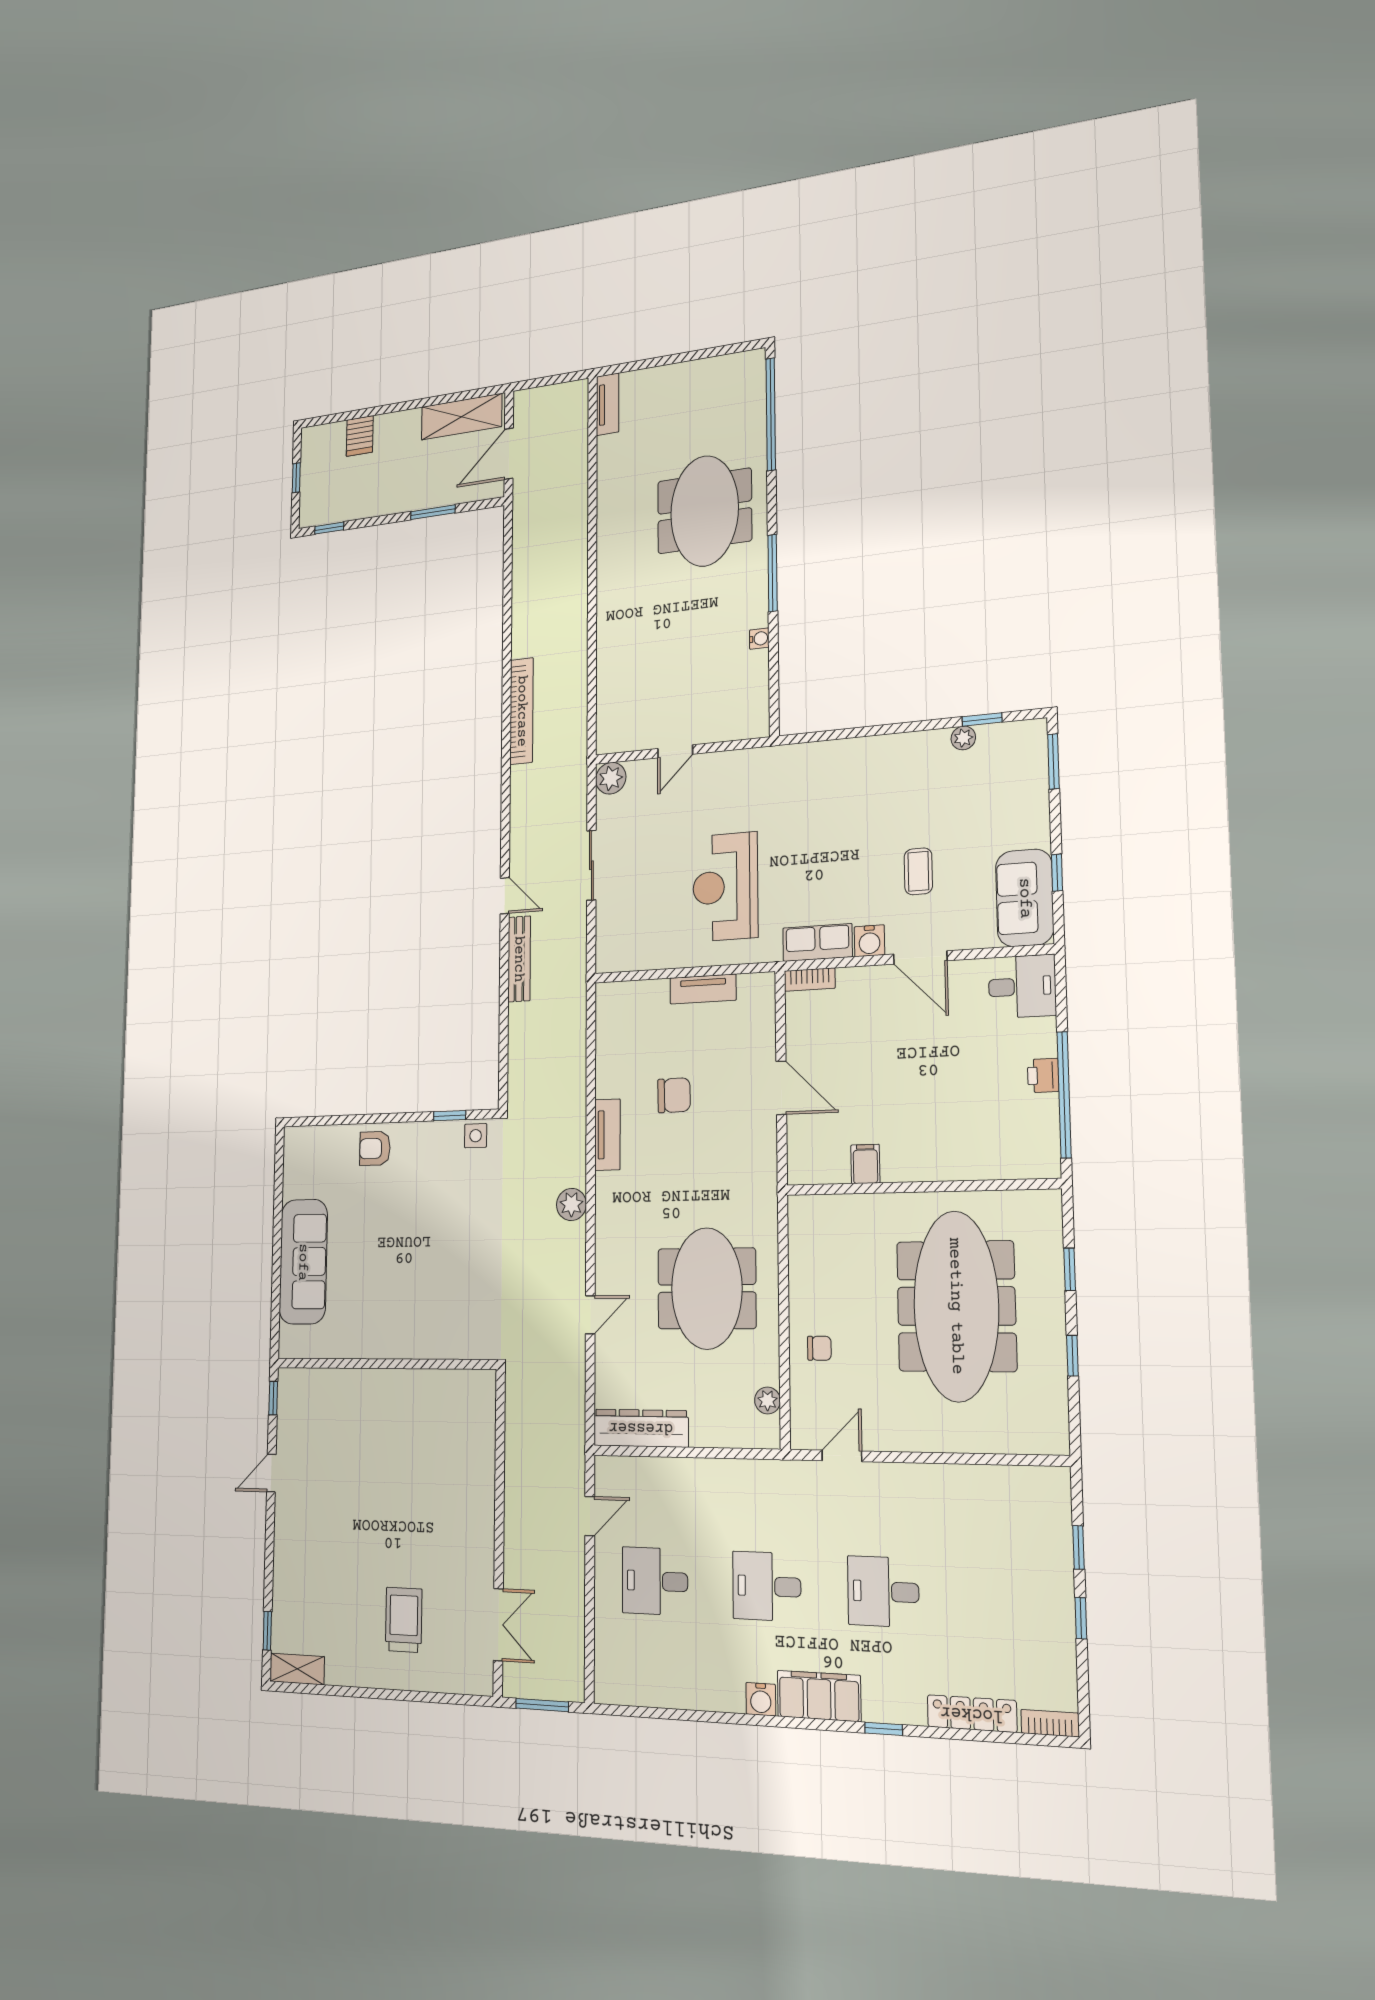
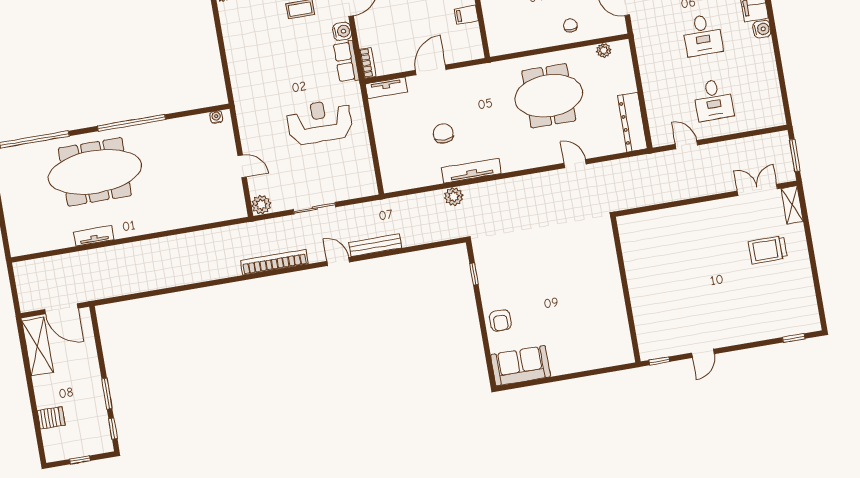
tv unit: (608, 404) -> (94, 236), moved
meeting table: (705, 511) -> (95, 172), width x1.36
window: (433, 512) -> (107, 394), moved
window: (773, 573) -> (131, 123), width x1.46
water cooler: (759, 639) -> (216, 117), moved
bookcase: (522, 711) -> (274, 262), moved
reception desk: (725, 887) -> (320, 122), turned 180
door: (505, 896) -> (338, 262), hinge flipped
tv unit: (703, 989) -> (386, 88), moved, turned 90
tv unit: (607, 1135) -> (471, 171), width x1.41
side table: (476, 1136) -> (484, 255), removed
plant: (571, 1204) -> (454, 197), moved
sofa: (303, 1262) -> (521, 366), moved, width x0.73
door: (271, 1473) -> (703, 353), hinge flipped
shelving: (297, 1669) -> (792, 205), moved

